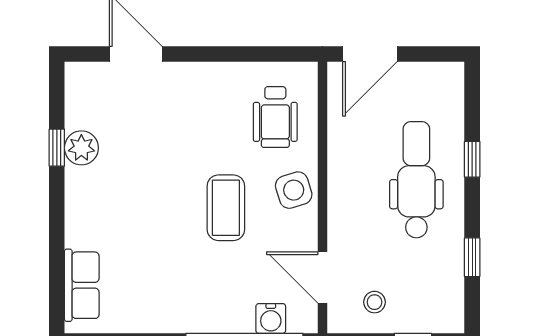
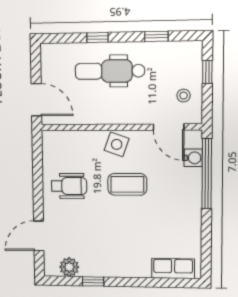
wheelchair: (275, 117) -> (69, 186), moved
plant: (81, 148) -> (69, 267), moved
side table: (294, 190) -> (117, 144), turned 37
door: (322, 277) -> (169, 127), hinge flipped

